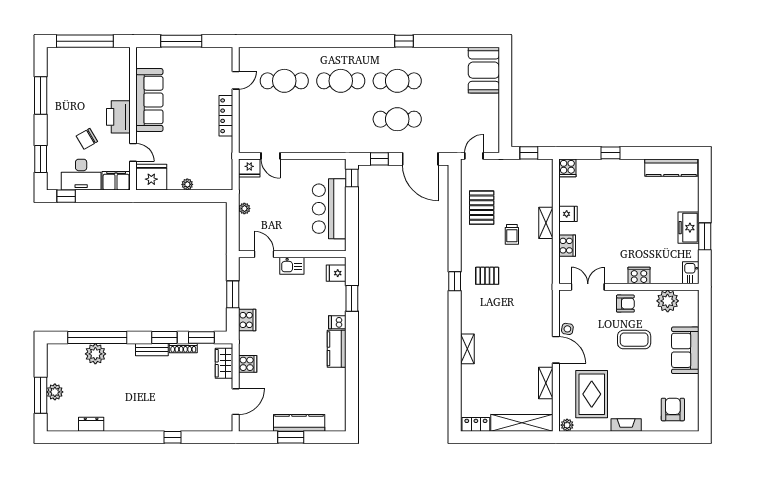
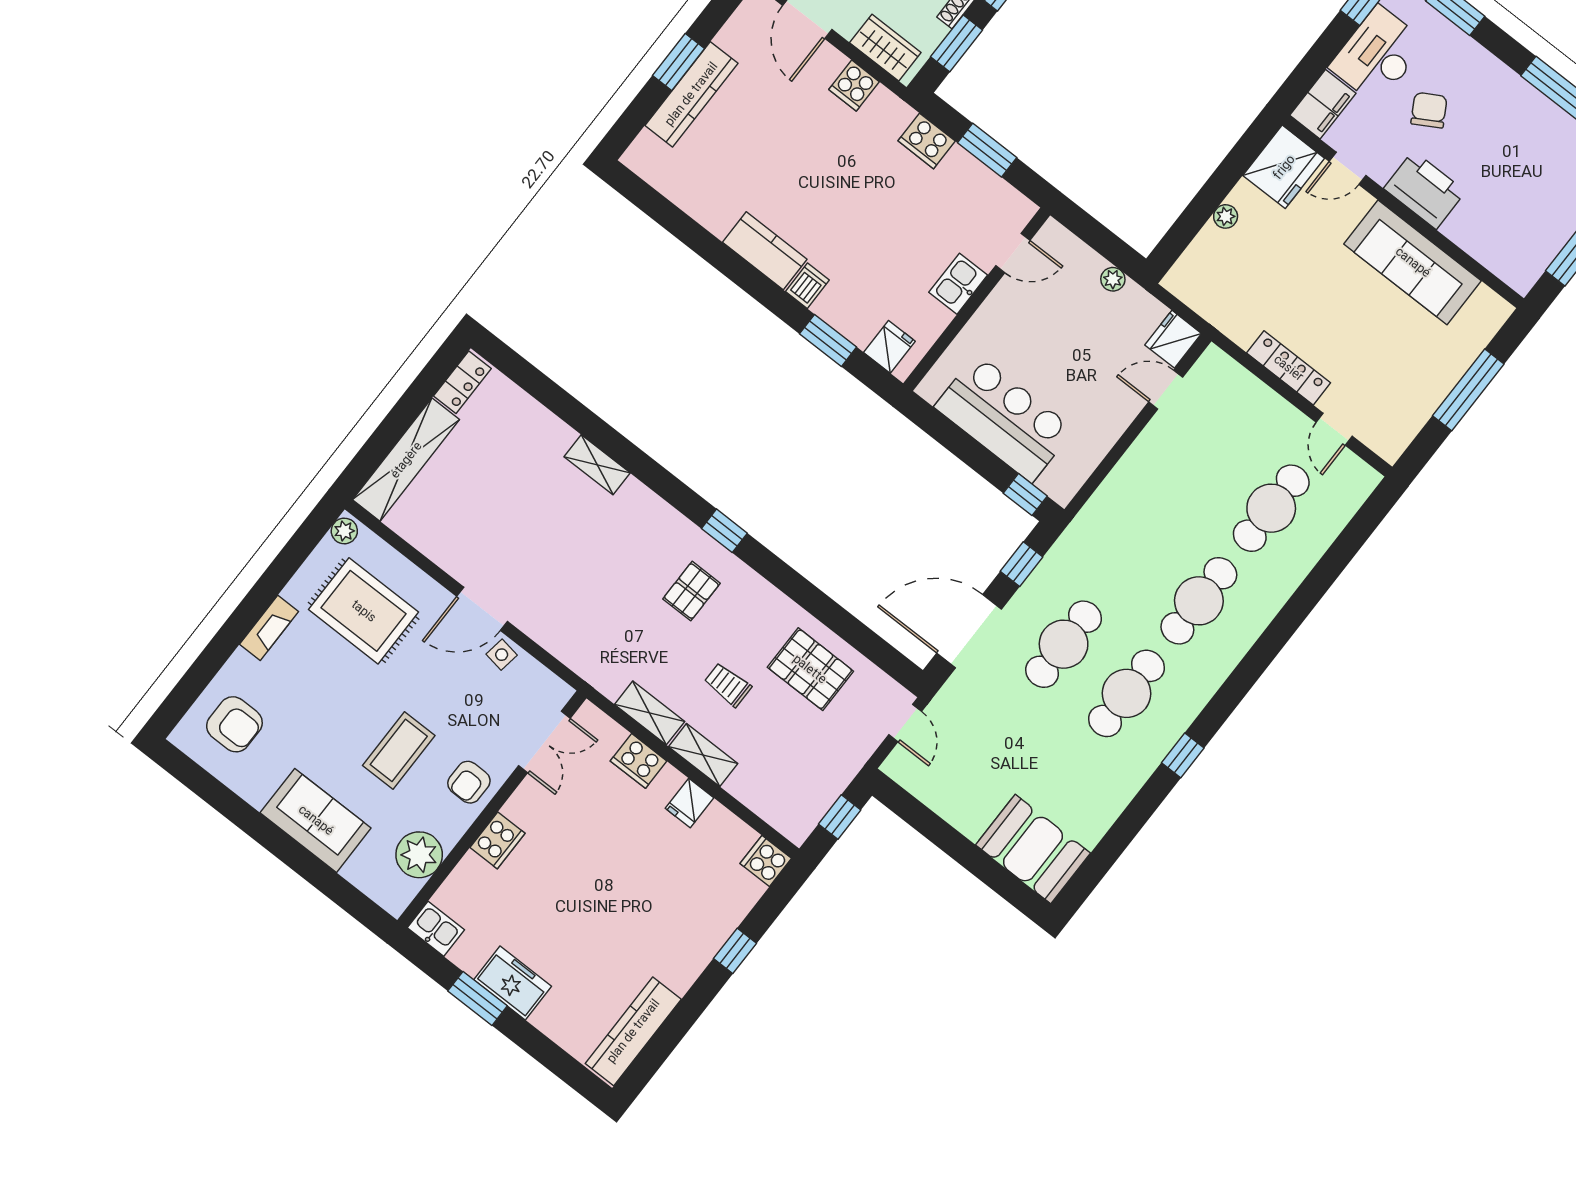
shelving: (546, 383) -> (650, 713), moved

